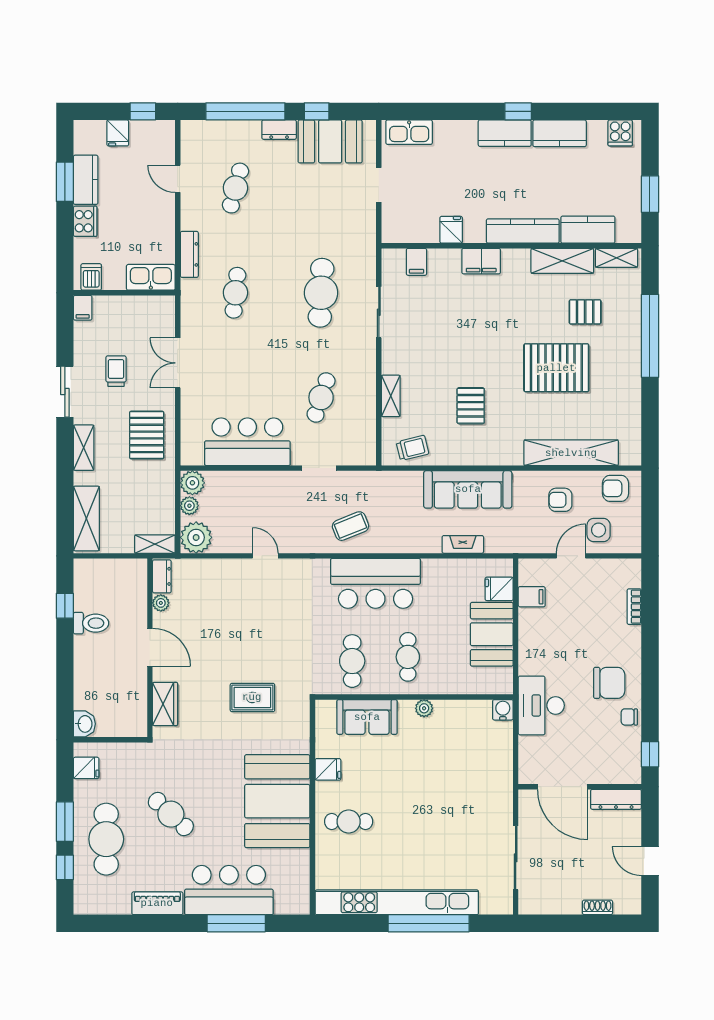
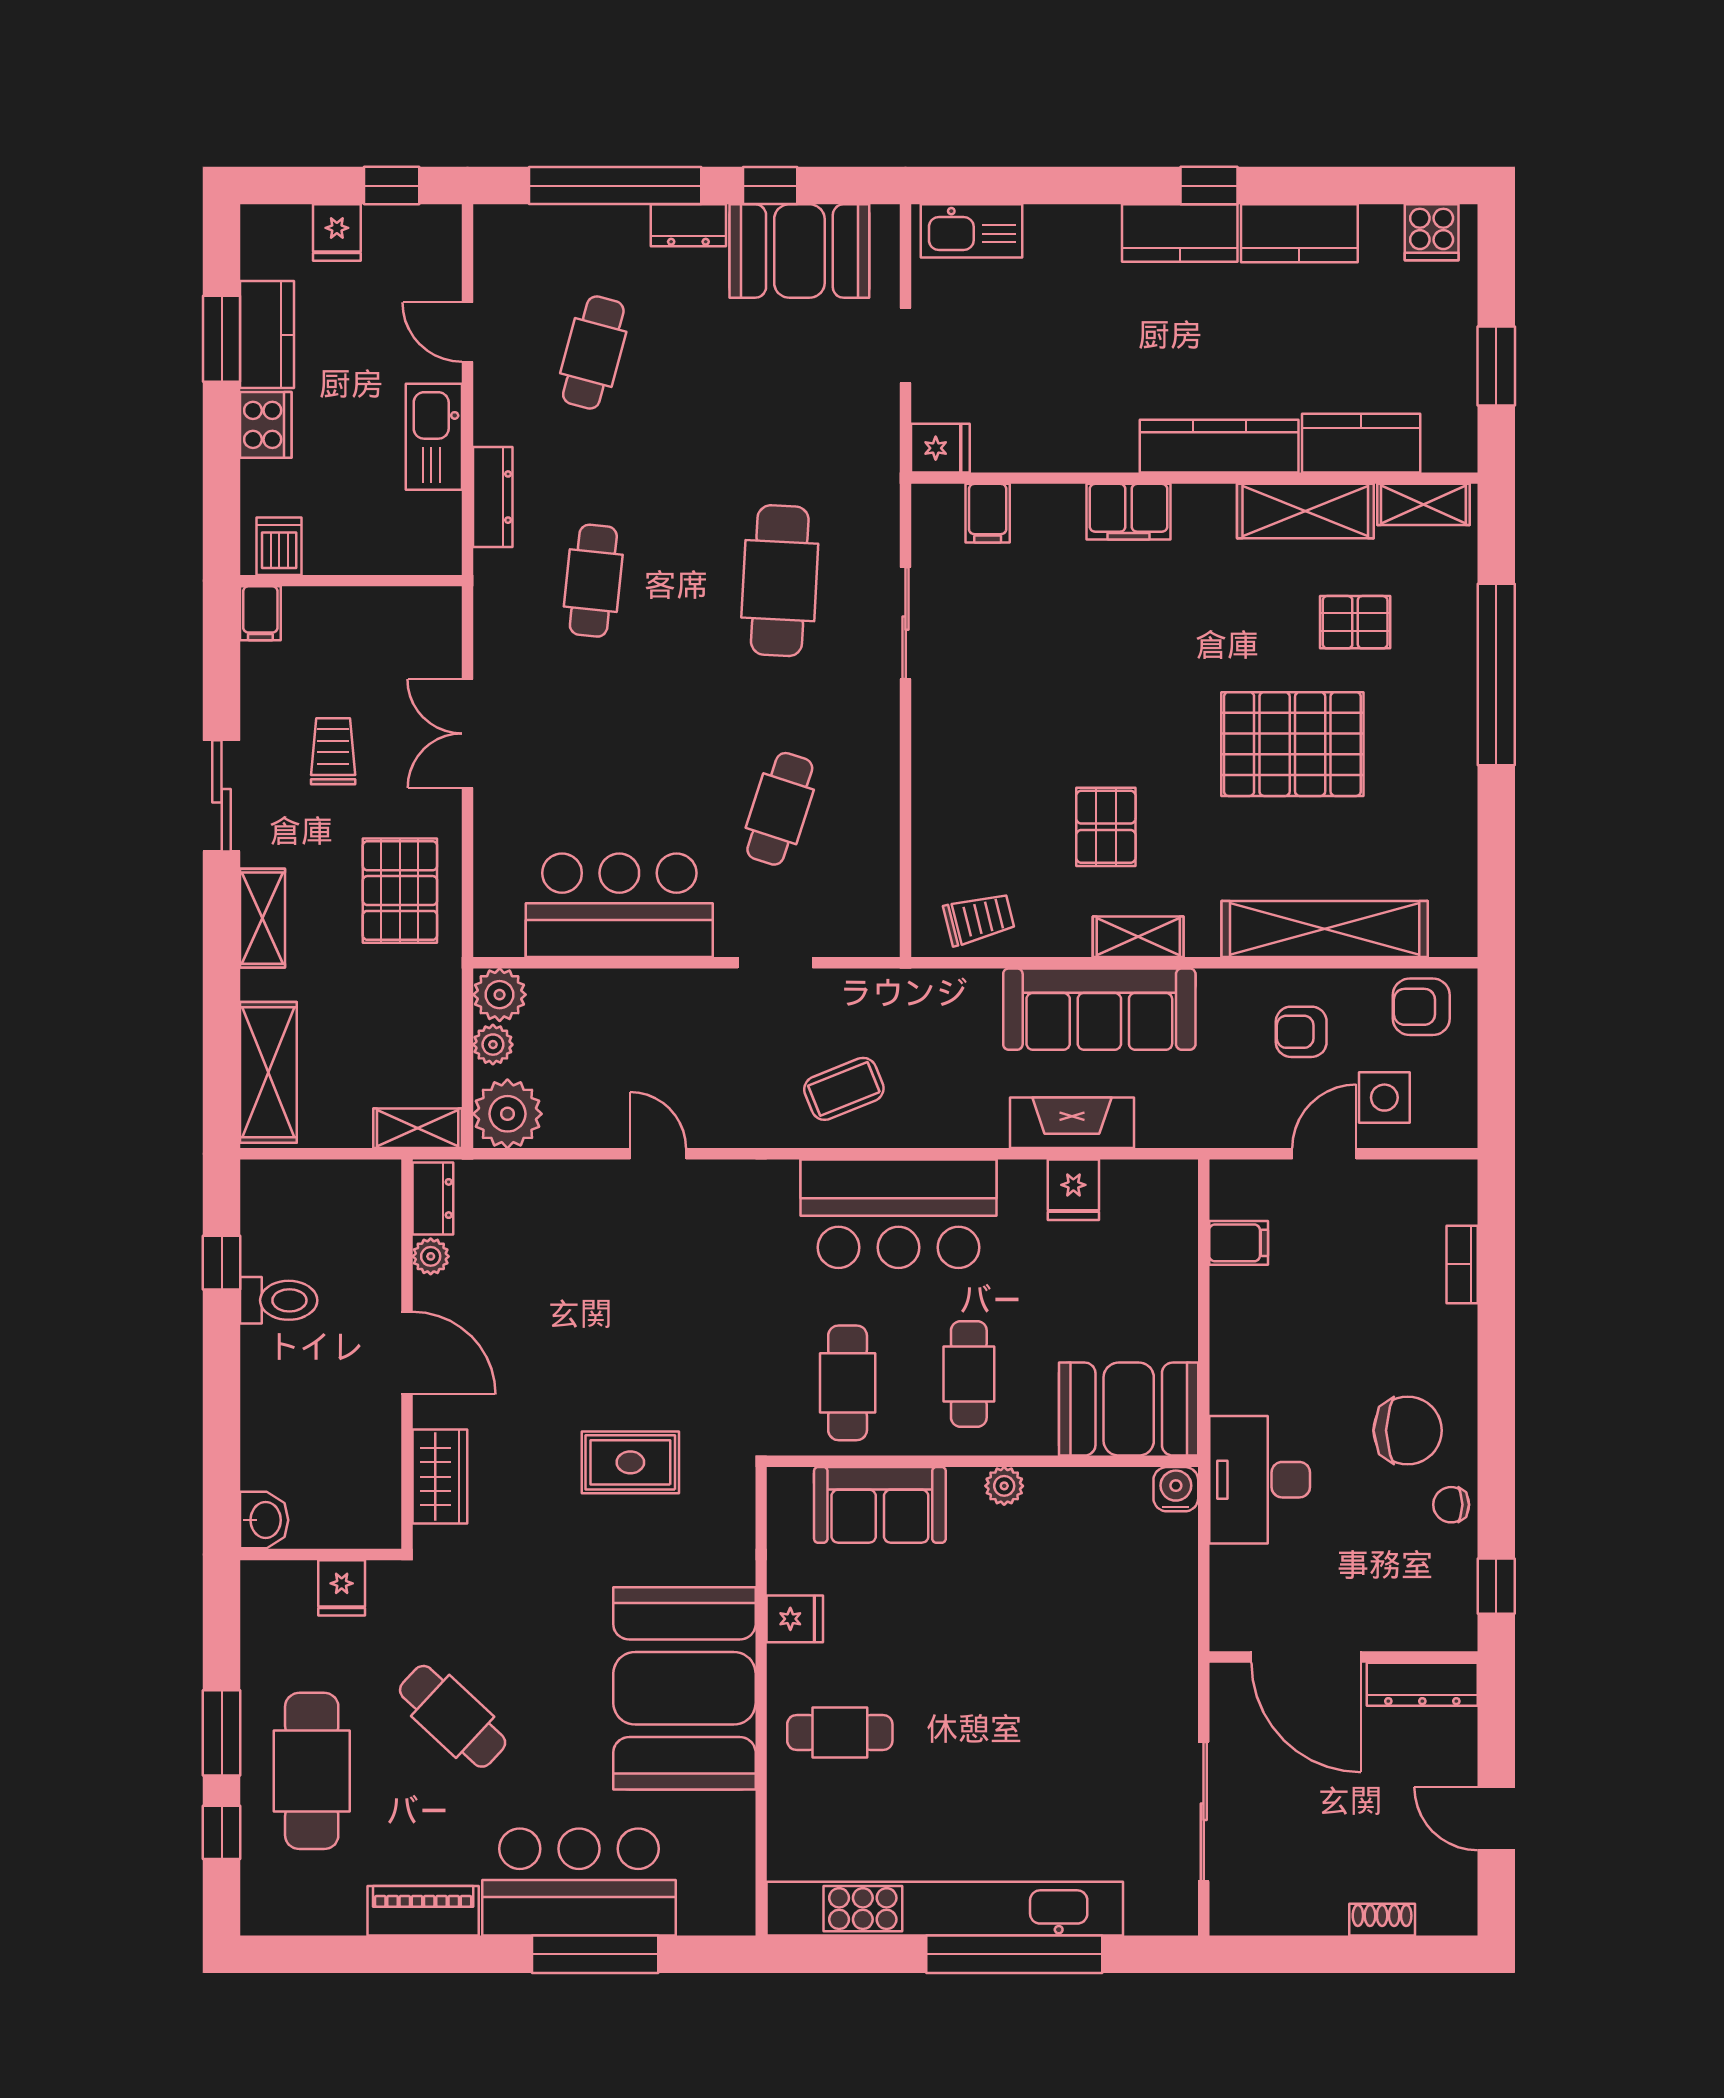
fridge: (451, 230) -> (940, 448), moved, turned 90
kitchen sink: (151, 277) -> (434, 437), moved, turned -90
shelving: (391, 396) -> (1138, 937), moved, turned 90
fireplace: (463, 544) -> (1072, 1123), width x1.37, depth x1.32
fridge: (499, 589) -> (1073, 1190), moved, turned -90
booth: (492, 634) -> (1129, 1409), moved, turned 90
fridge: (86, 768) -> (342, 1588), moved, turned 90

